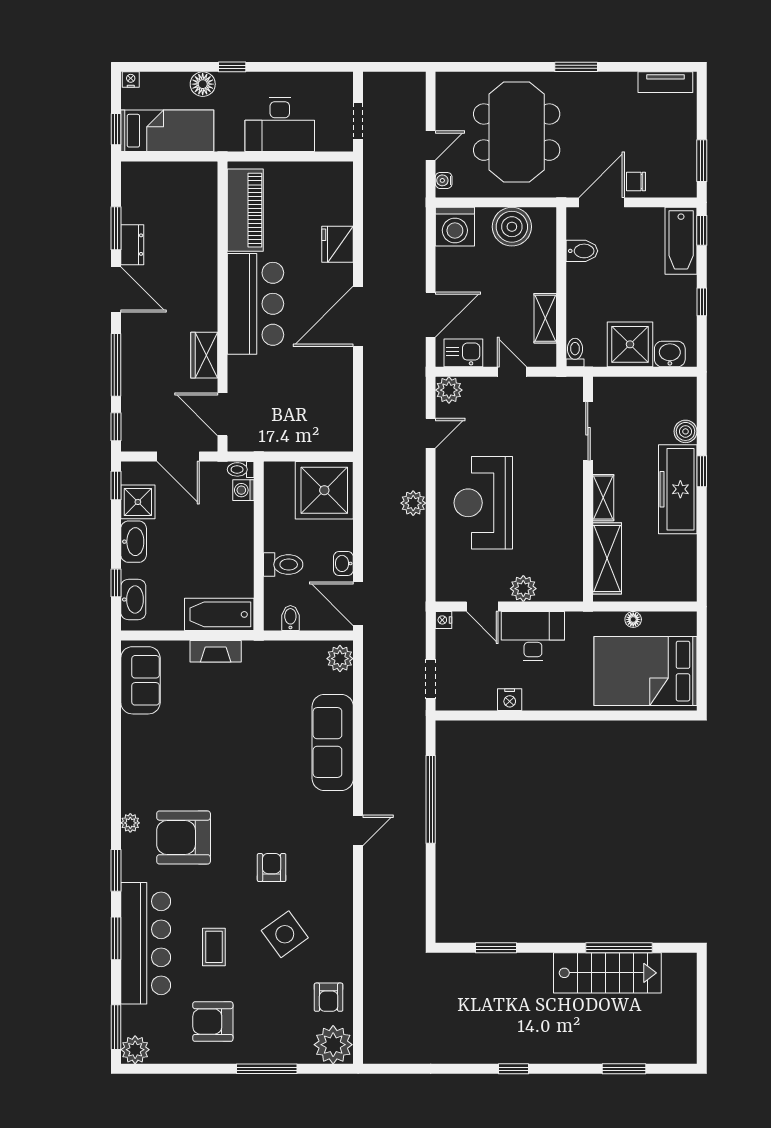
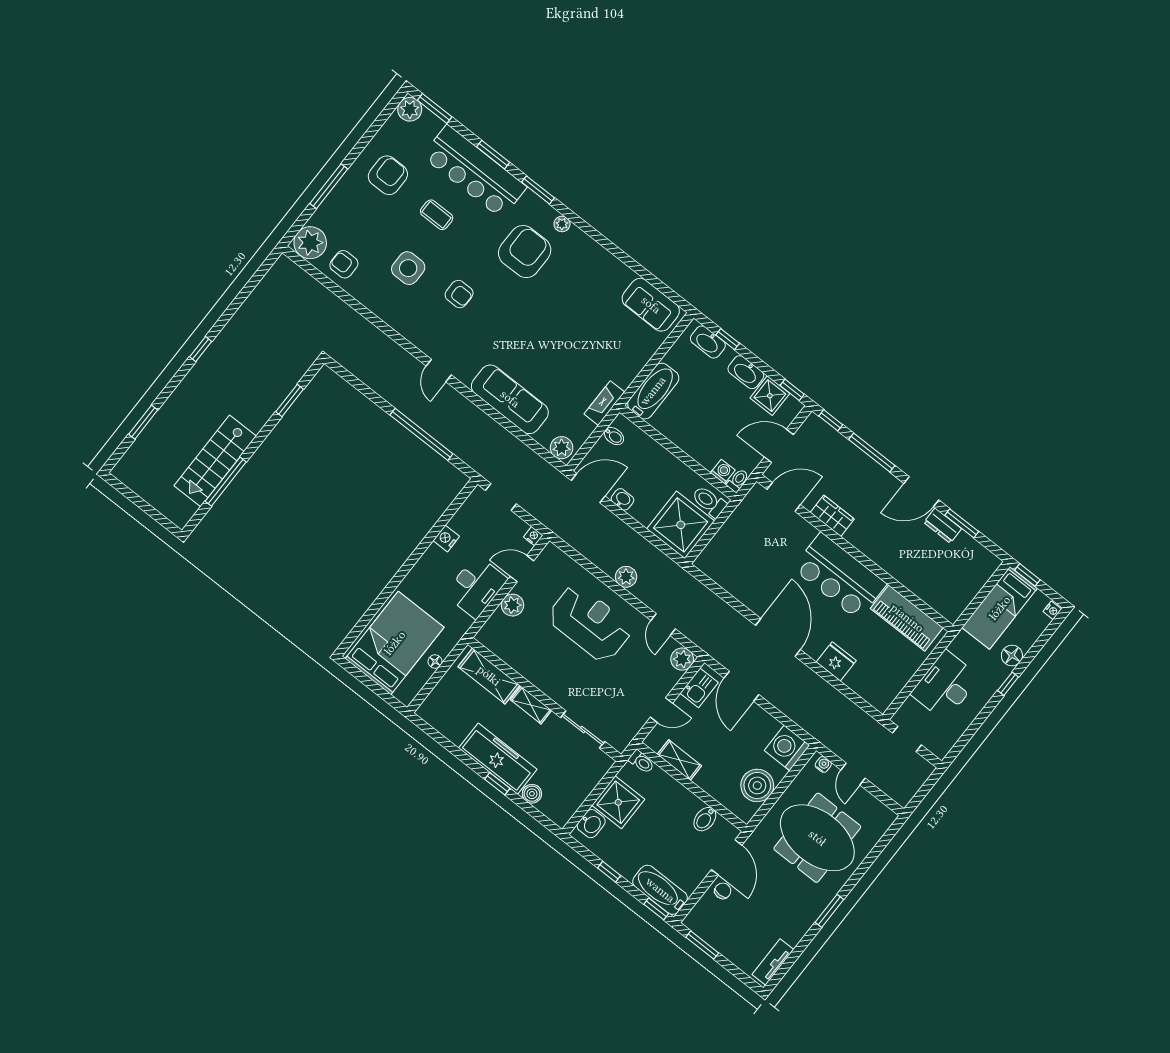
toilet: (283, 565) -> (709, 502), moved, turned 90
fireplace: (216, 651) -> (604, 403), moved
side table: (285, 934) -> (408, 268), turned 36

